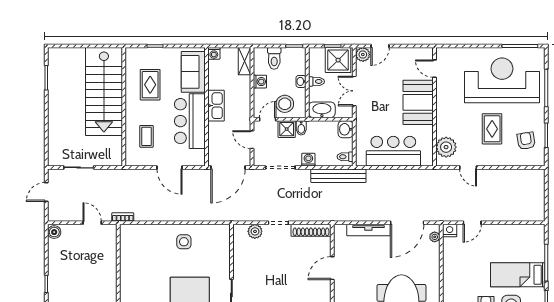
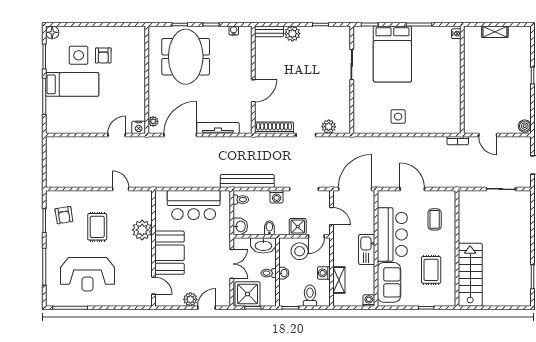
plant: (363, 55) -> (190, 299), moved
shelving: (245, 61) -> (339, 280), moved
reception desk: (502, 80) -> (88, 274), width x0.74, depth x0.77
stairs: (104, 92) -> (470, 275), width x0.73, depth x0.66
bidet: (301, 128) -> (269, 228), moved
plant: (446, 147) -> (142, 230), moved

